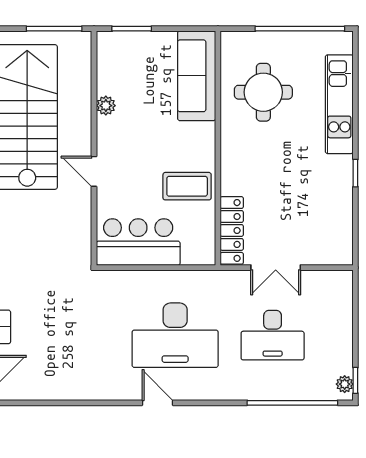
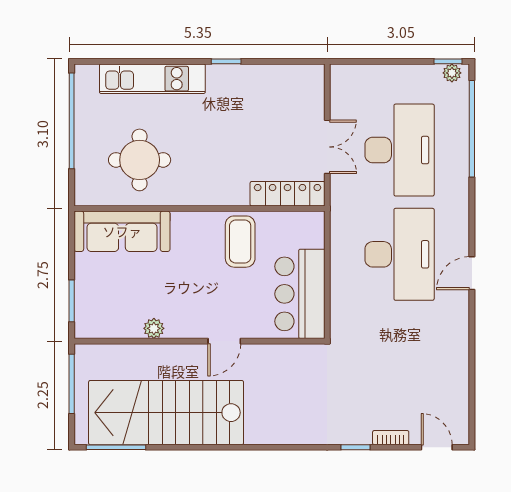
desk: (273, 335) -> (400, 150), width x1.36, depth x1.30

